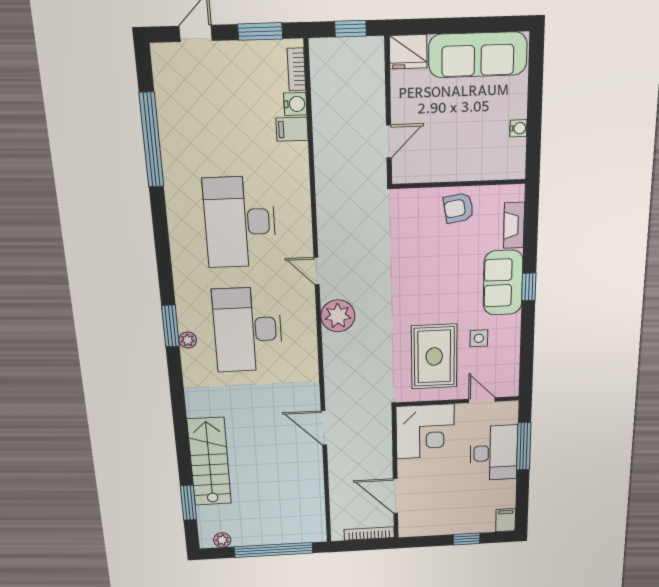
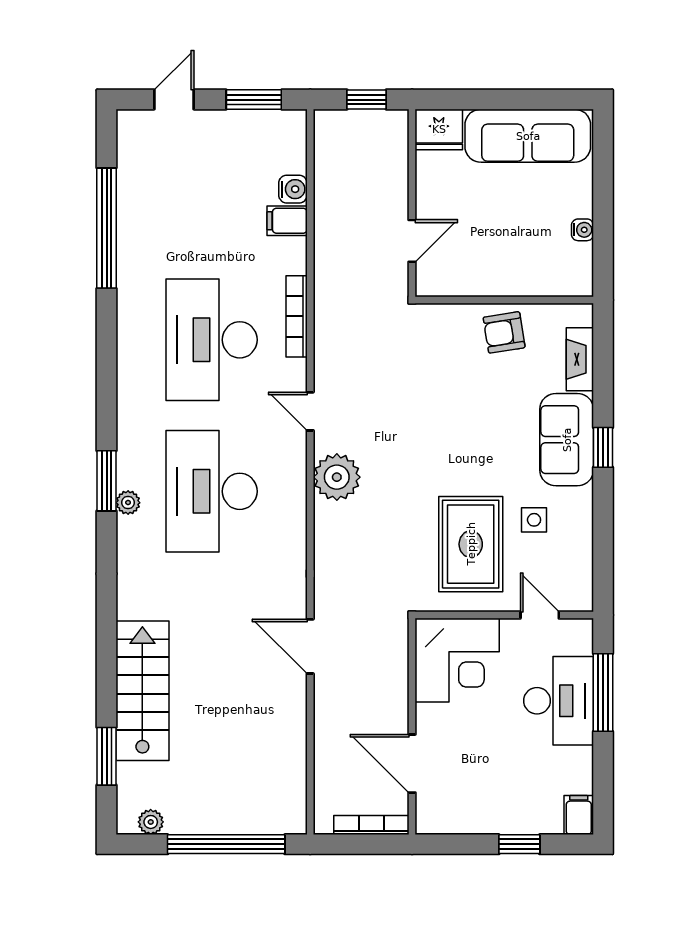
bookcase: (296, 69) -> (297, 316), moved, width x1.56

